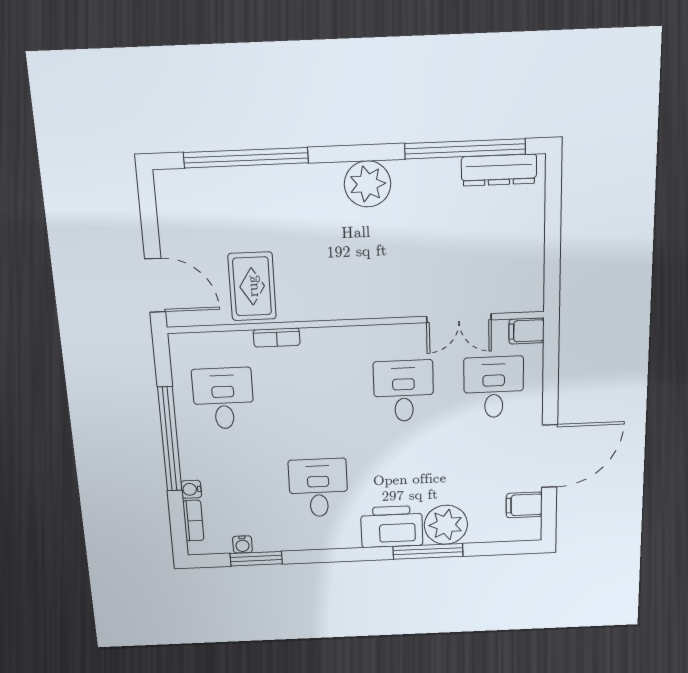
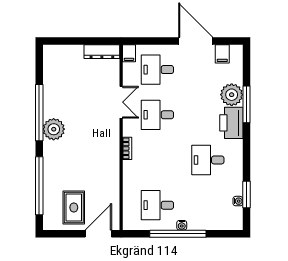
window: (465, 149) -> (39, 113), moved
dresser: (499, 170) -> (102, 52), moved, turned 90
rug: (252, 286) -> (74, 207), moved, turned 90
double door: (459, 318) -> (121, 102), moved
bookcase: (277, 338) -> (127, 148), moved
water cooler: (191, 489) -> (182, 225), moved
bookcase: (193, 521) -> (223, 226), removed

